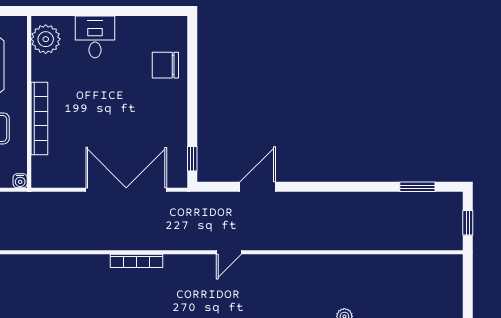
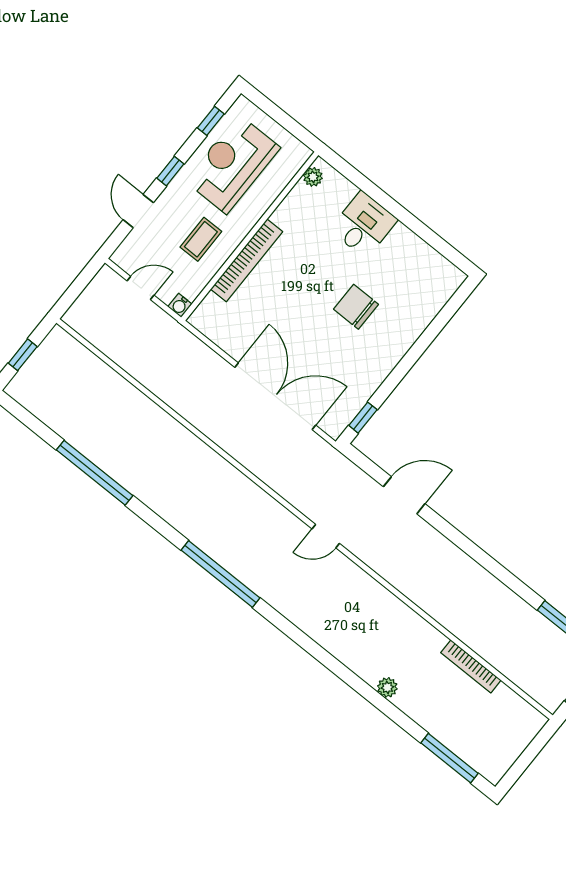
plant: (46, 39) -> (313, 177), width x0.53, depth x0.53
chair: (165, 65) -> (356, 307), moved
bookcase: (137, 261) -> (471, 666), moved

